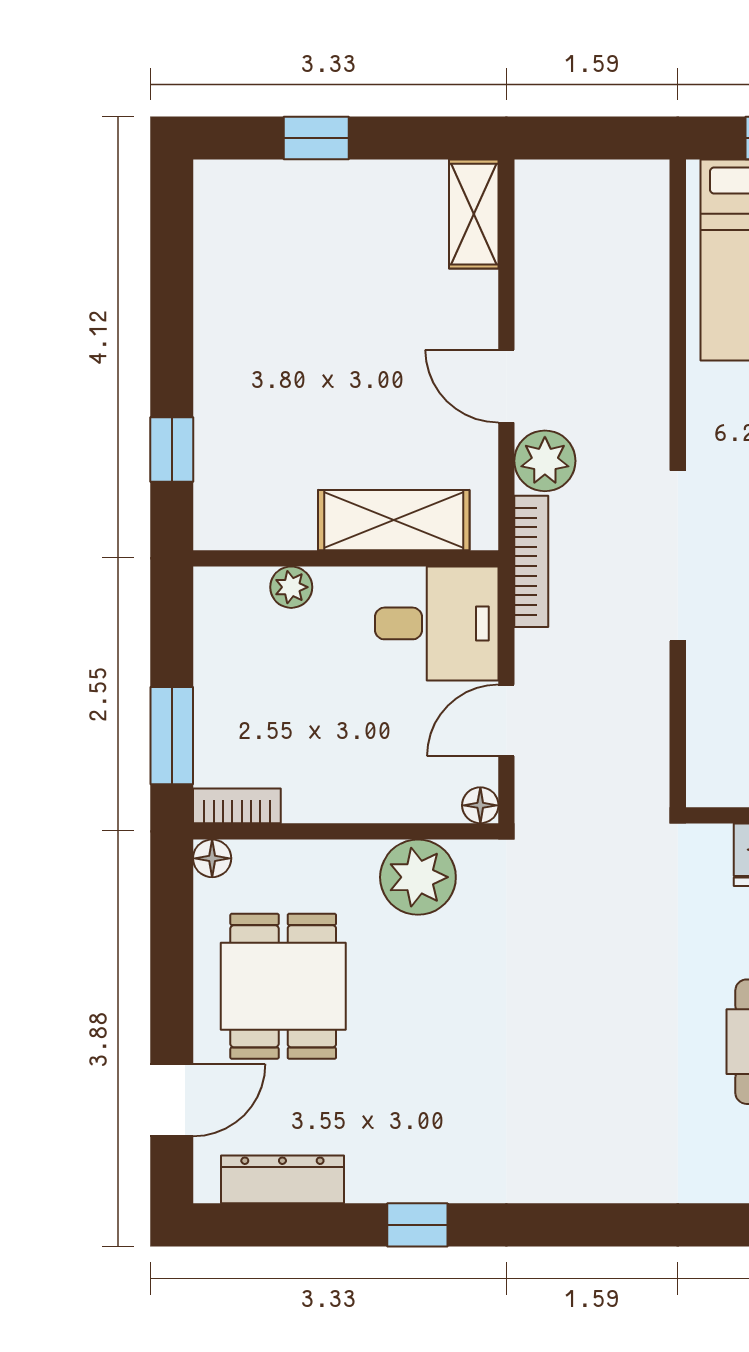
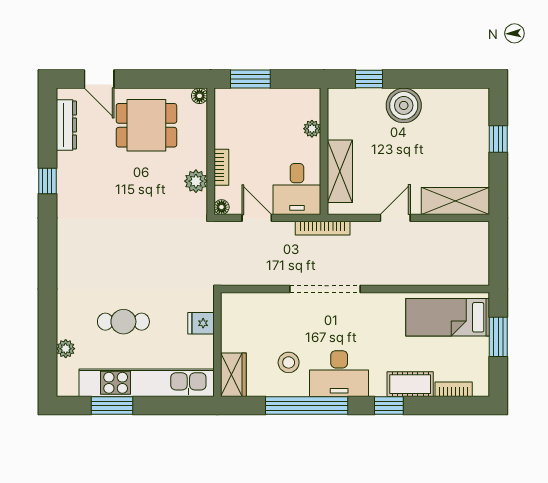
shelving: (474, 214) -> (455, 201), width x1.50, depth x1.33
boiler: (235, 366) -> (404, 105), added
plant: (545, 461) -> (364, 234), removed
bookcase: (237, 806) -> (221, 167), moved
plant: (418, 877) -> (196, 181), width x0.73, depth x0.73

